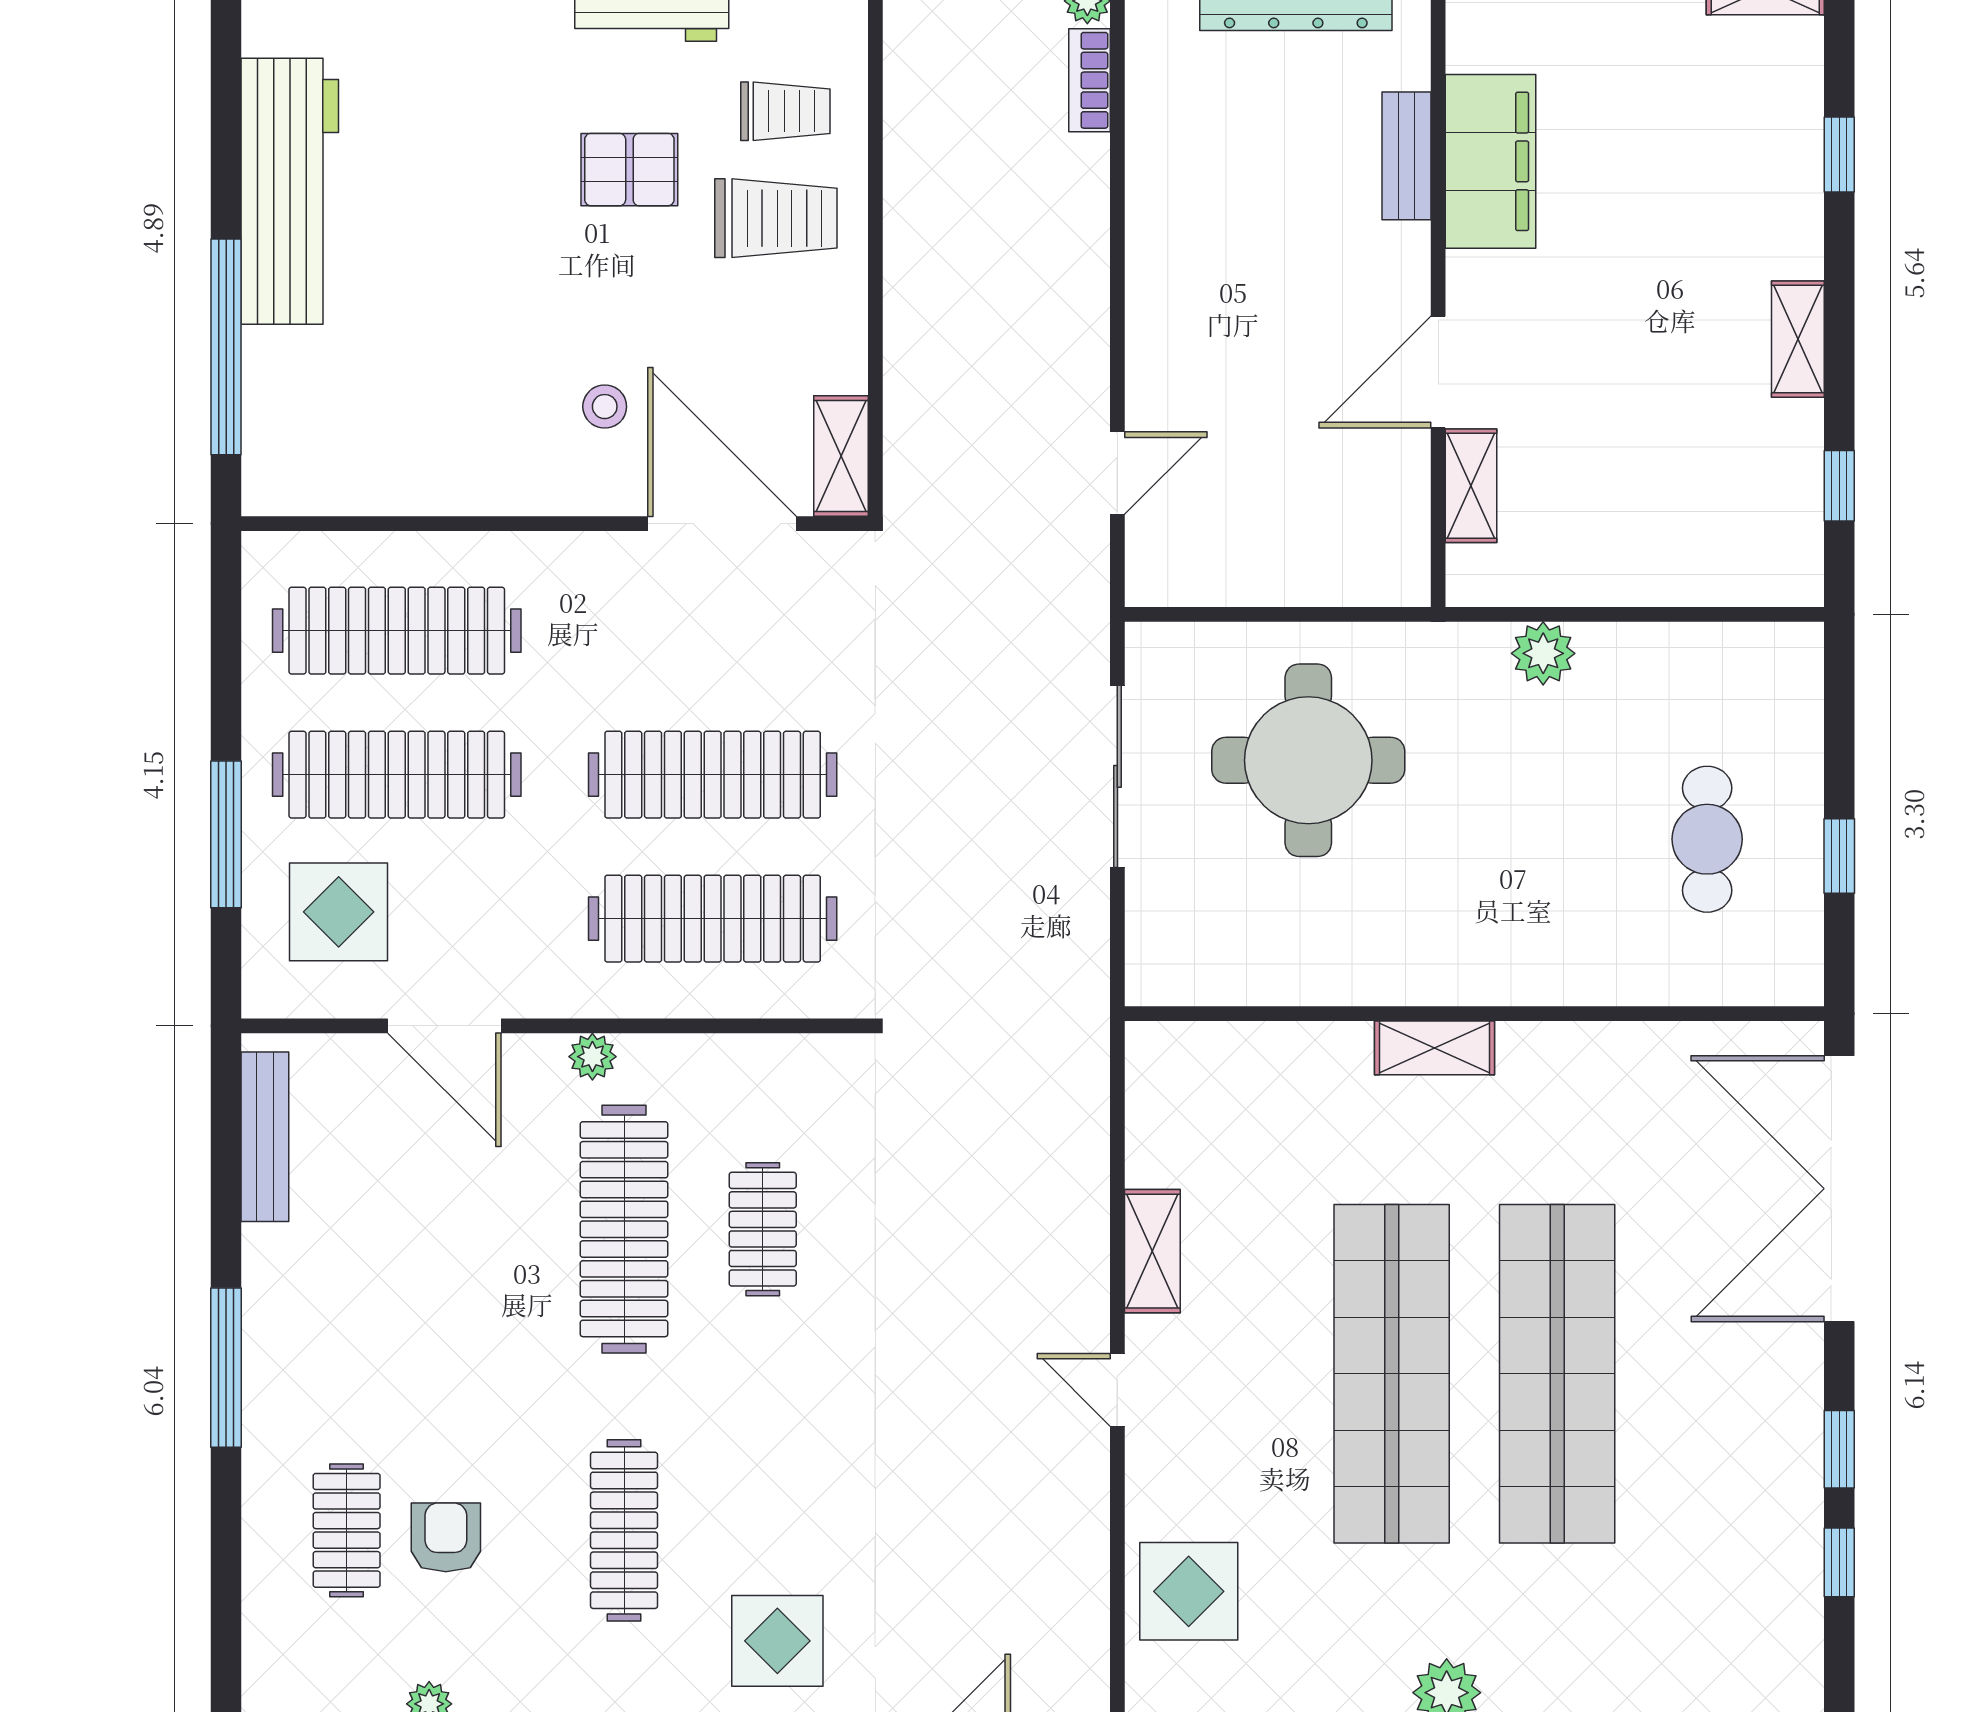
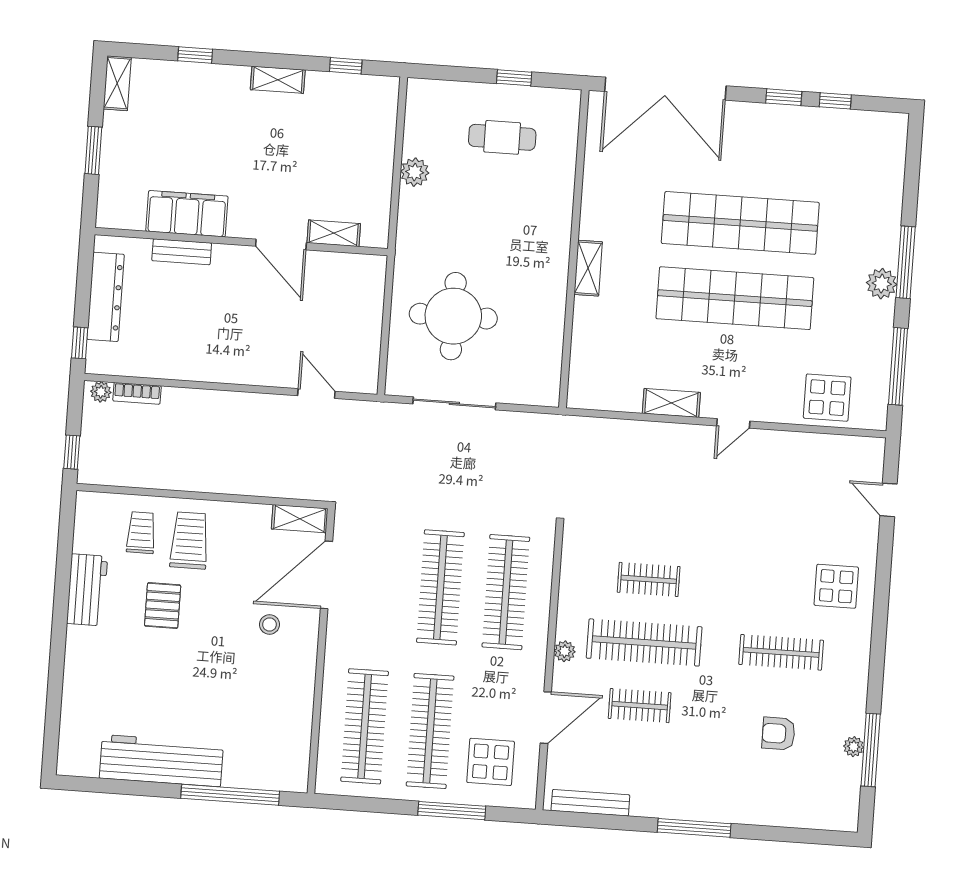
plant: (1543, 653) -> (415, 172), moved
clothes rail: (347, 1530) -> (640, 706), moved

